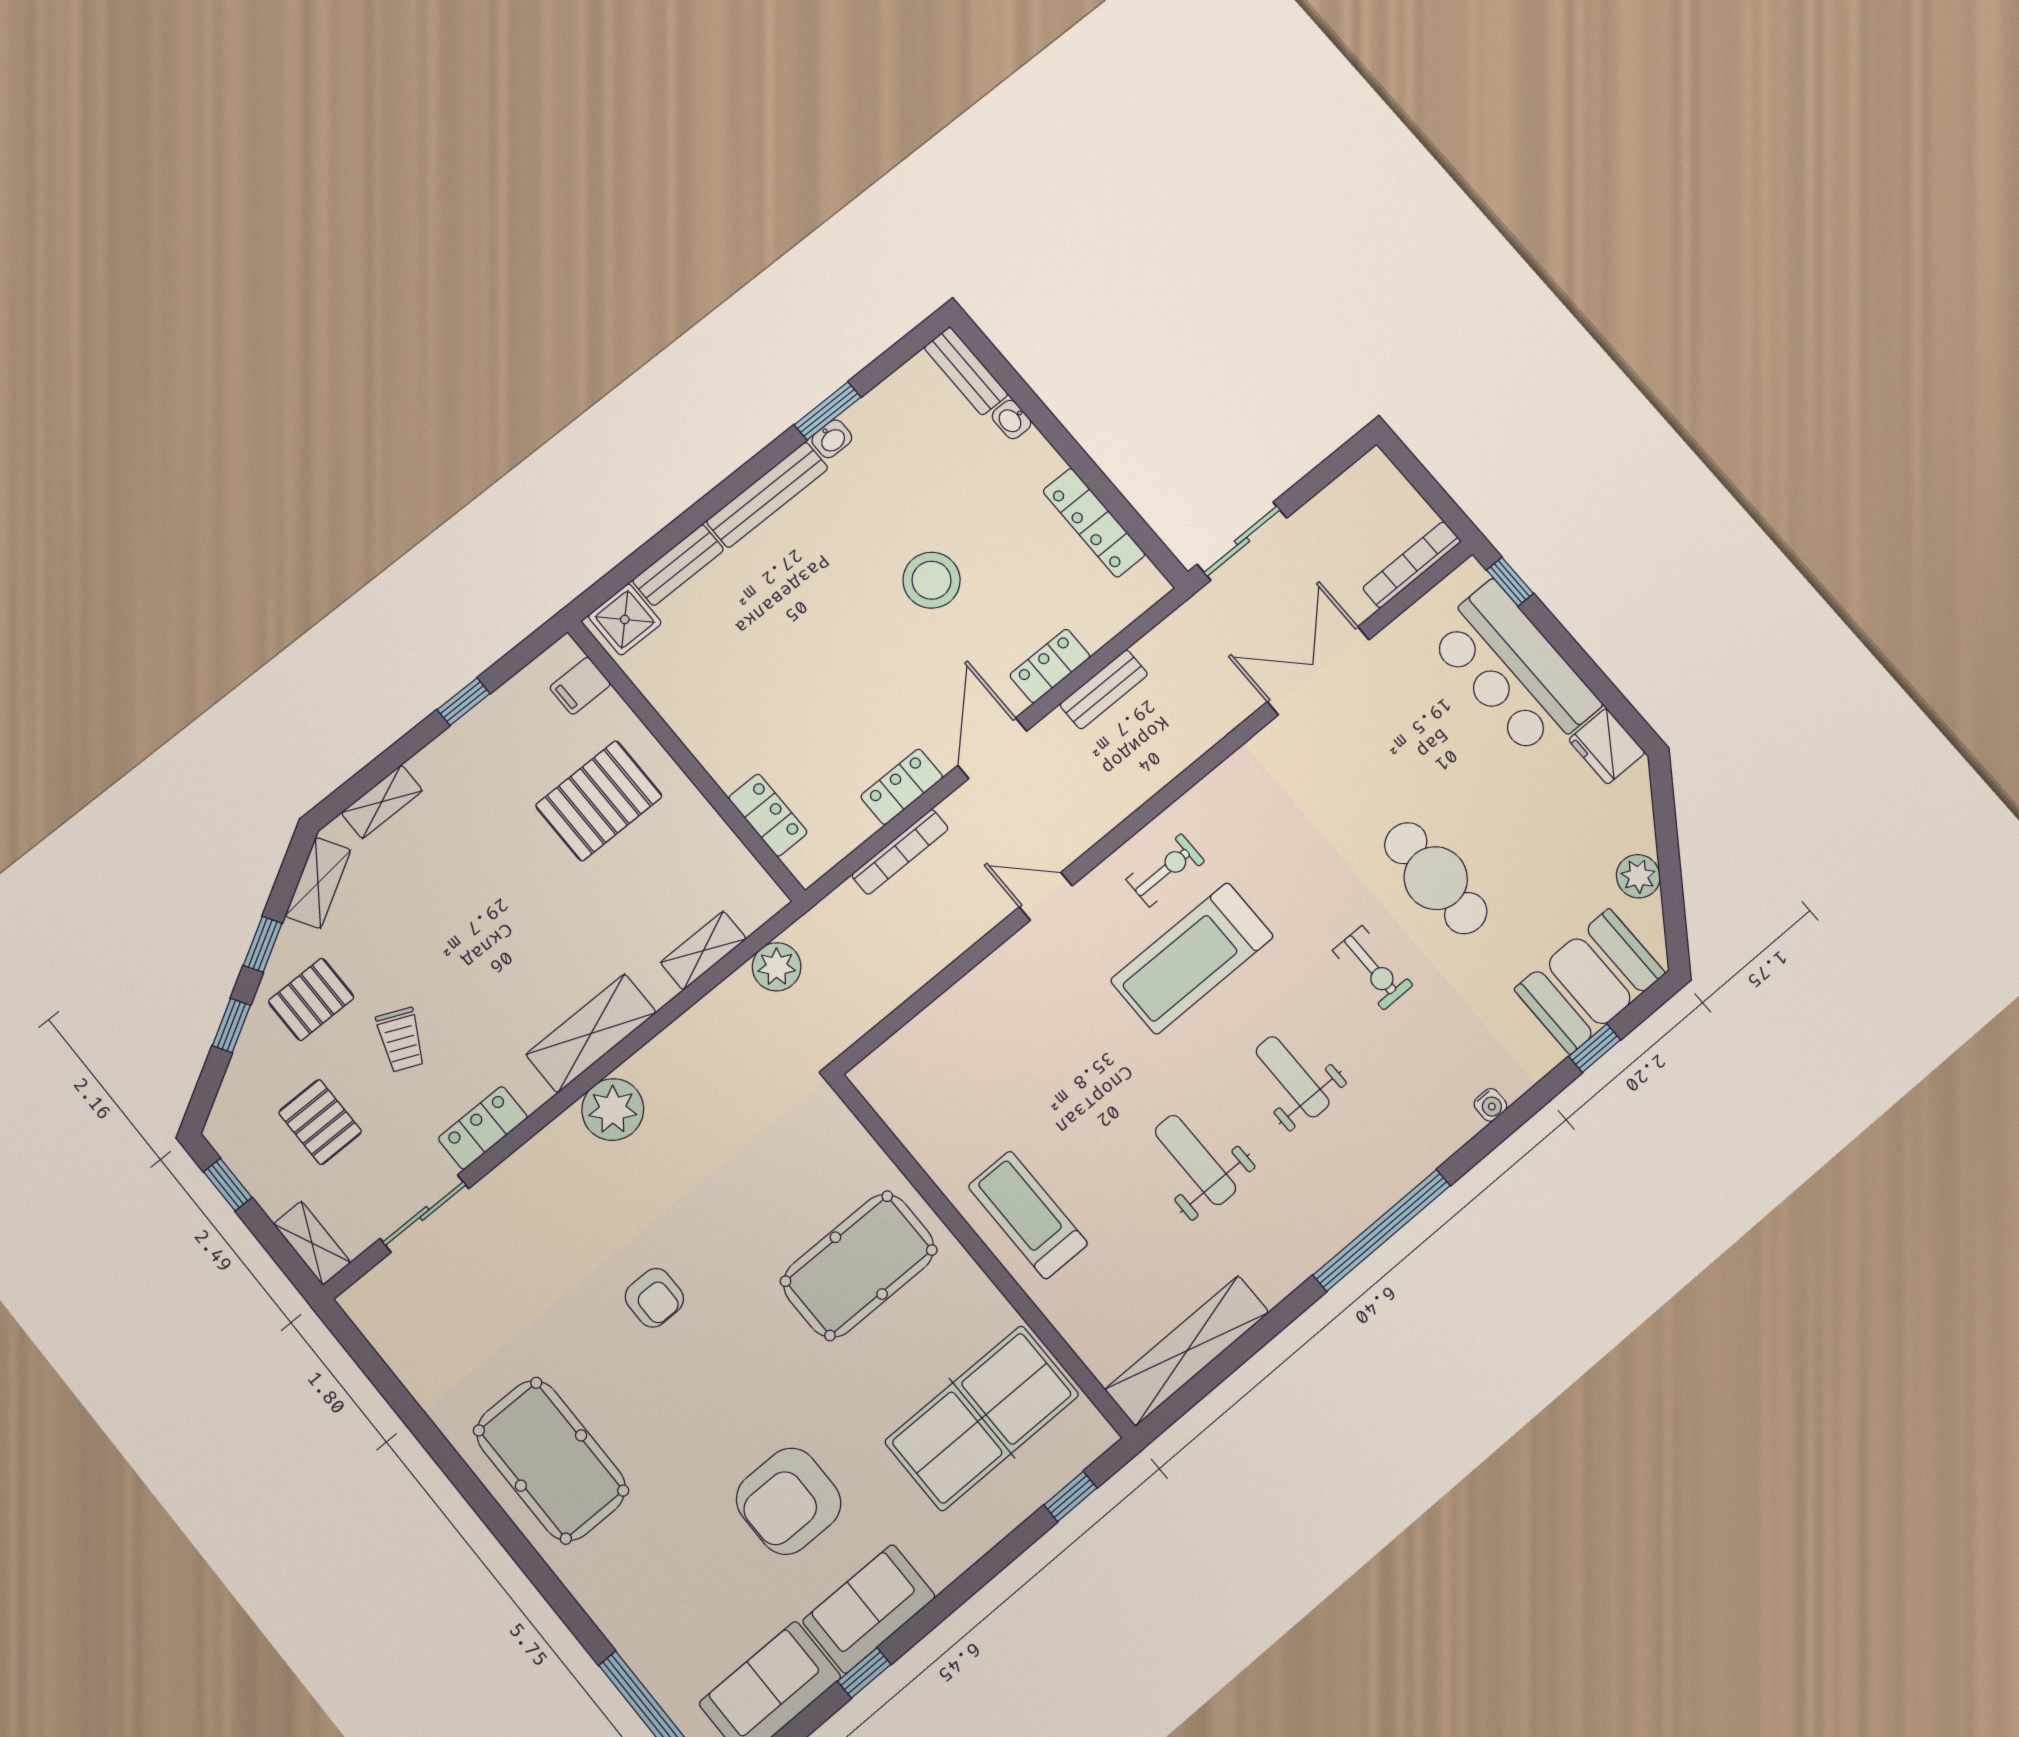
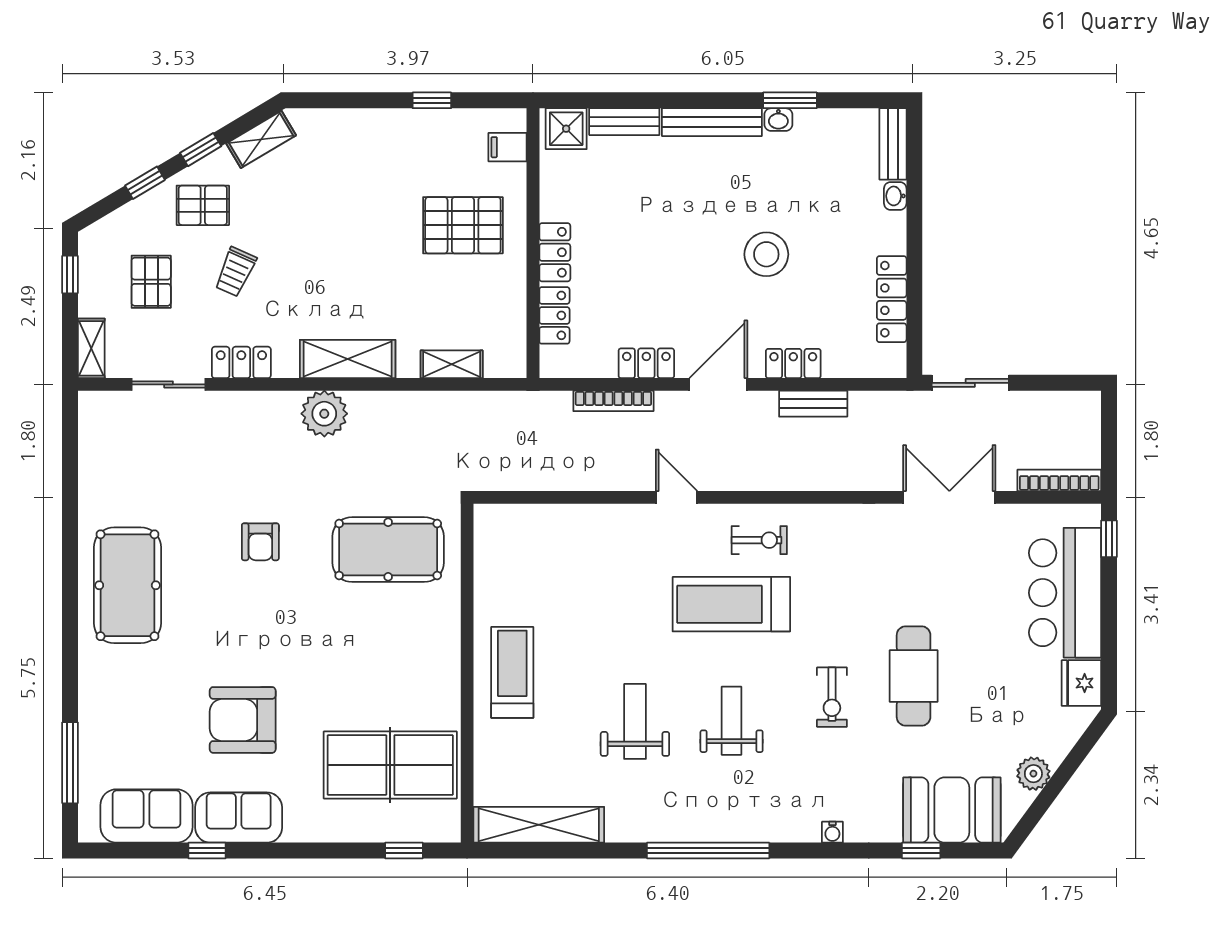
locker: (716, 752) -> (555, 252), added
shelving: (382, 802) -> (336, 121), removed
plant: (777, 967) -> (486, 409), removed
pool table: (859, 1266) -> (388, 550), moved

